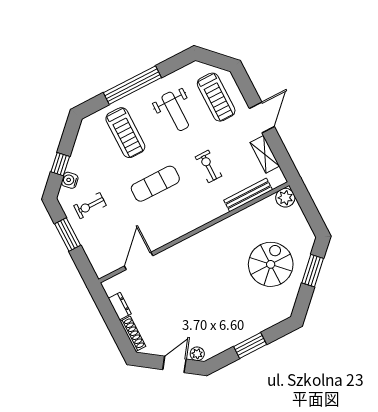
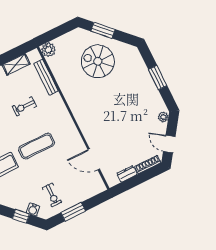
exercise mat: (155, 184) -> (36, 146), turned 90
door: (174, 364) -> (169, 144), moved

